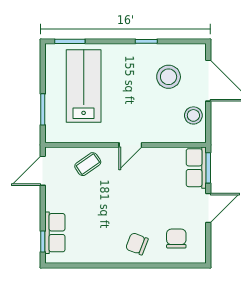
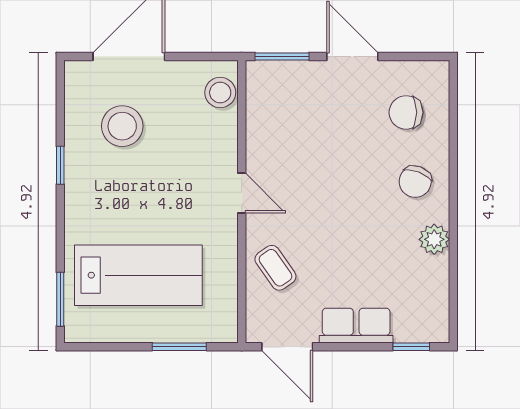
lab bench: (84, 86) -> (138, 275), turned 180
stool: (193, 115) -> (220, 93), moved
row of seats: (196, 168) -> (282, 77), removed
row of seats: (55, 233) -> (356, 326), moved
plant: (104, 255) -> (434, 239), added

